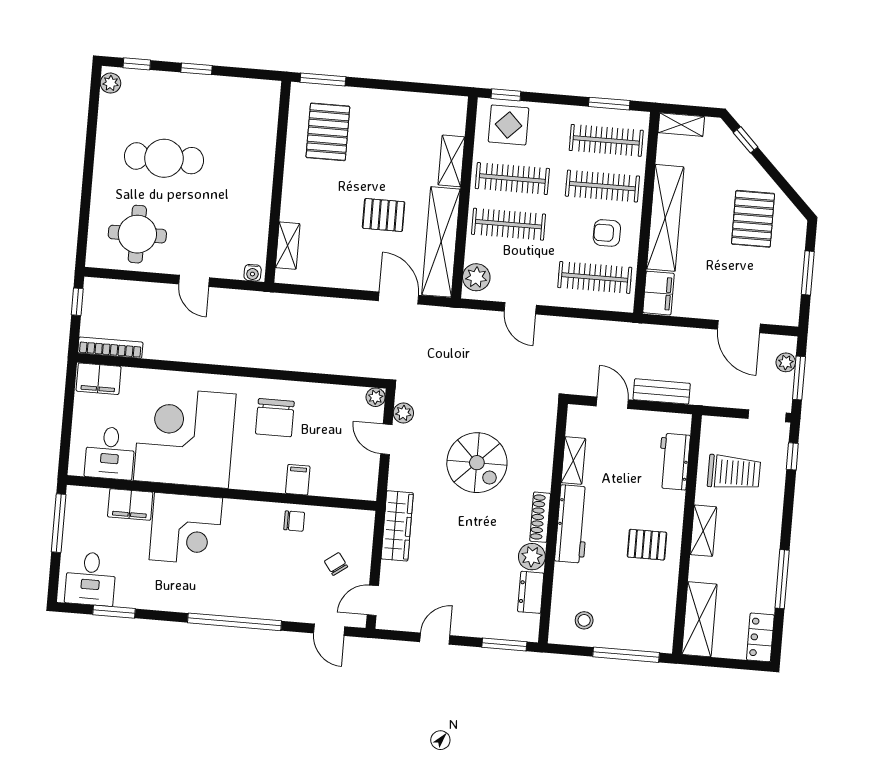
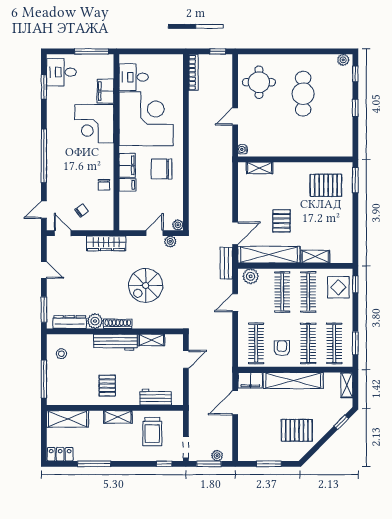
door: (739, 327) -> (235, 403), moved
filing cabinet: (99, 379) -> (127, 165), moved, turned 180
bench: (662, 391) -> (226, 263), moved
dresser: (531, 592) -> (70, 322), width x1.44

